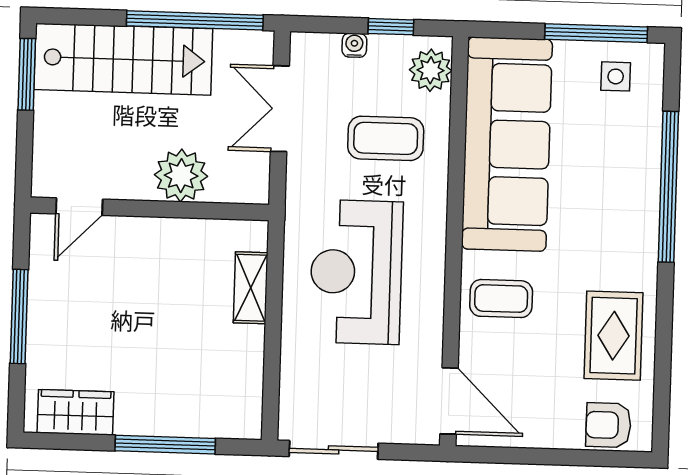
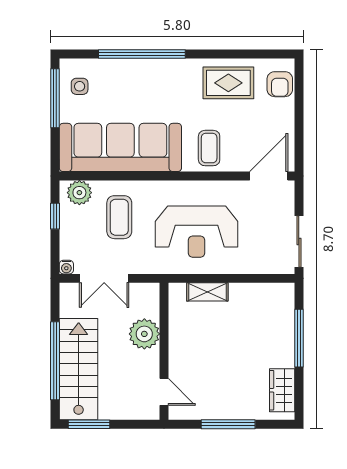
window: (195, 20) -> (55, 361), moved
water cooler: (354, 45) -> (66, 267), moved, turned -90

